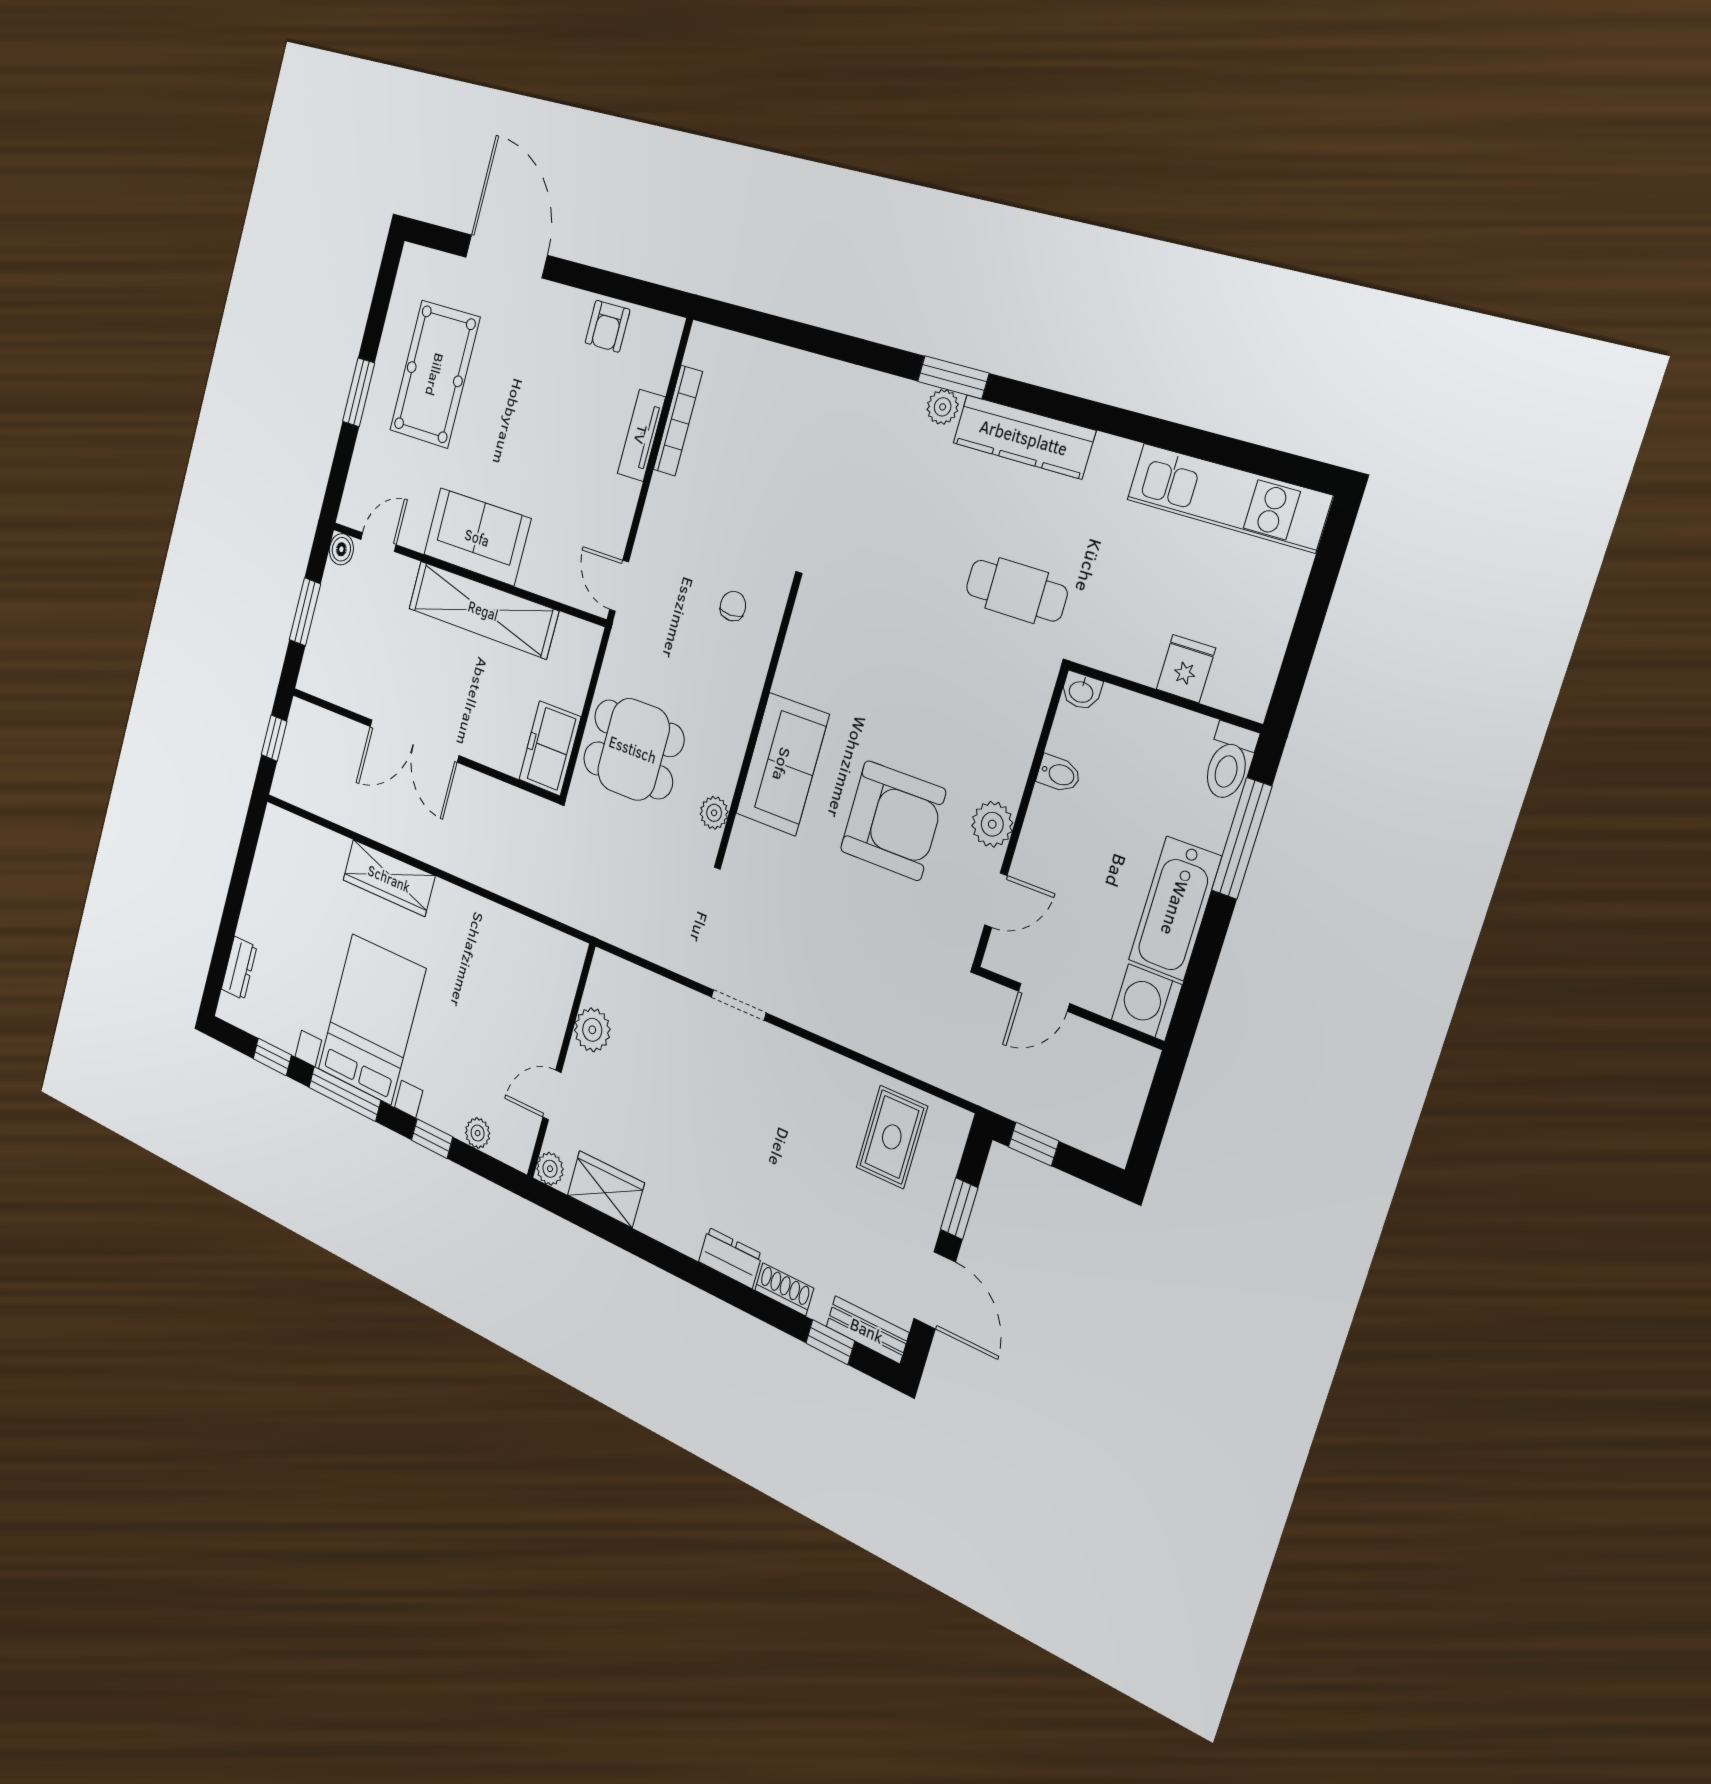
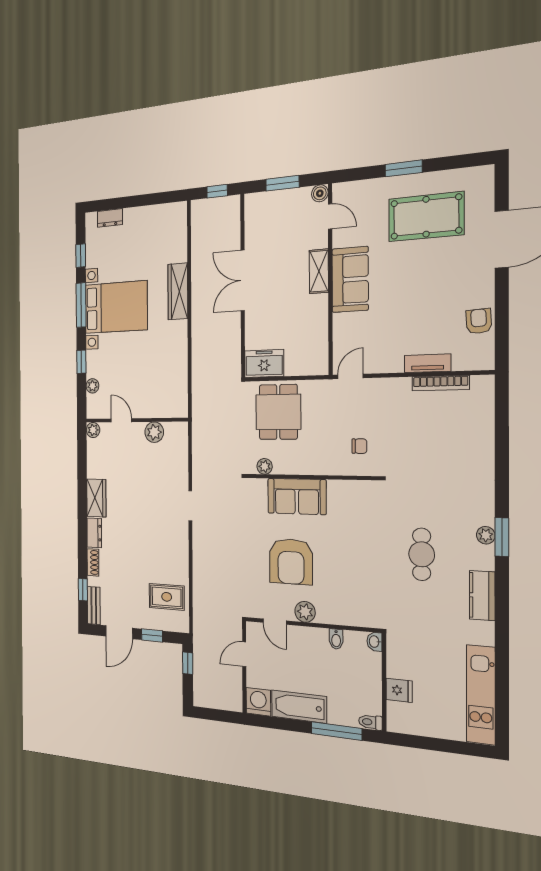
armchair: (607, 326) -> (479, 321), turned 87
kitchen counter: (1024, 437) -> (482, 596), width x0.67
cafe table: (1017, 591) -> (422, 554), moved
shelving: (483, 610) -> (319, 271), width x0.45, depth x0.75
toilet: (1229, 762) -> (370, 722), width x0.73, depth x0.72
door: (1044, 997) -> (244, 654), hinge flipped
wardrobe: (606, 1189) -> (96, 498), moved

